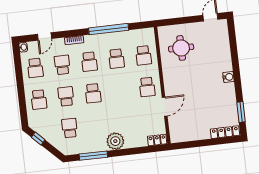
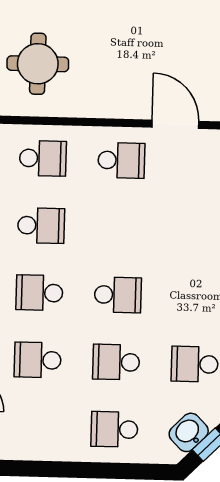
school desk: (89, 62) -> (39, 293), turned 180
school desk: (35, 68) -> (36, 427), removed
school desk: (39, 100) -> (114, 429), turned 180
washbasin: (42, 130) -> (189, 432), added

